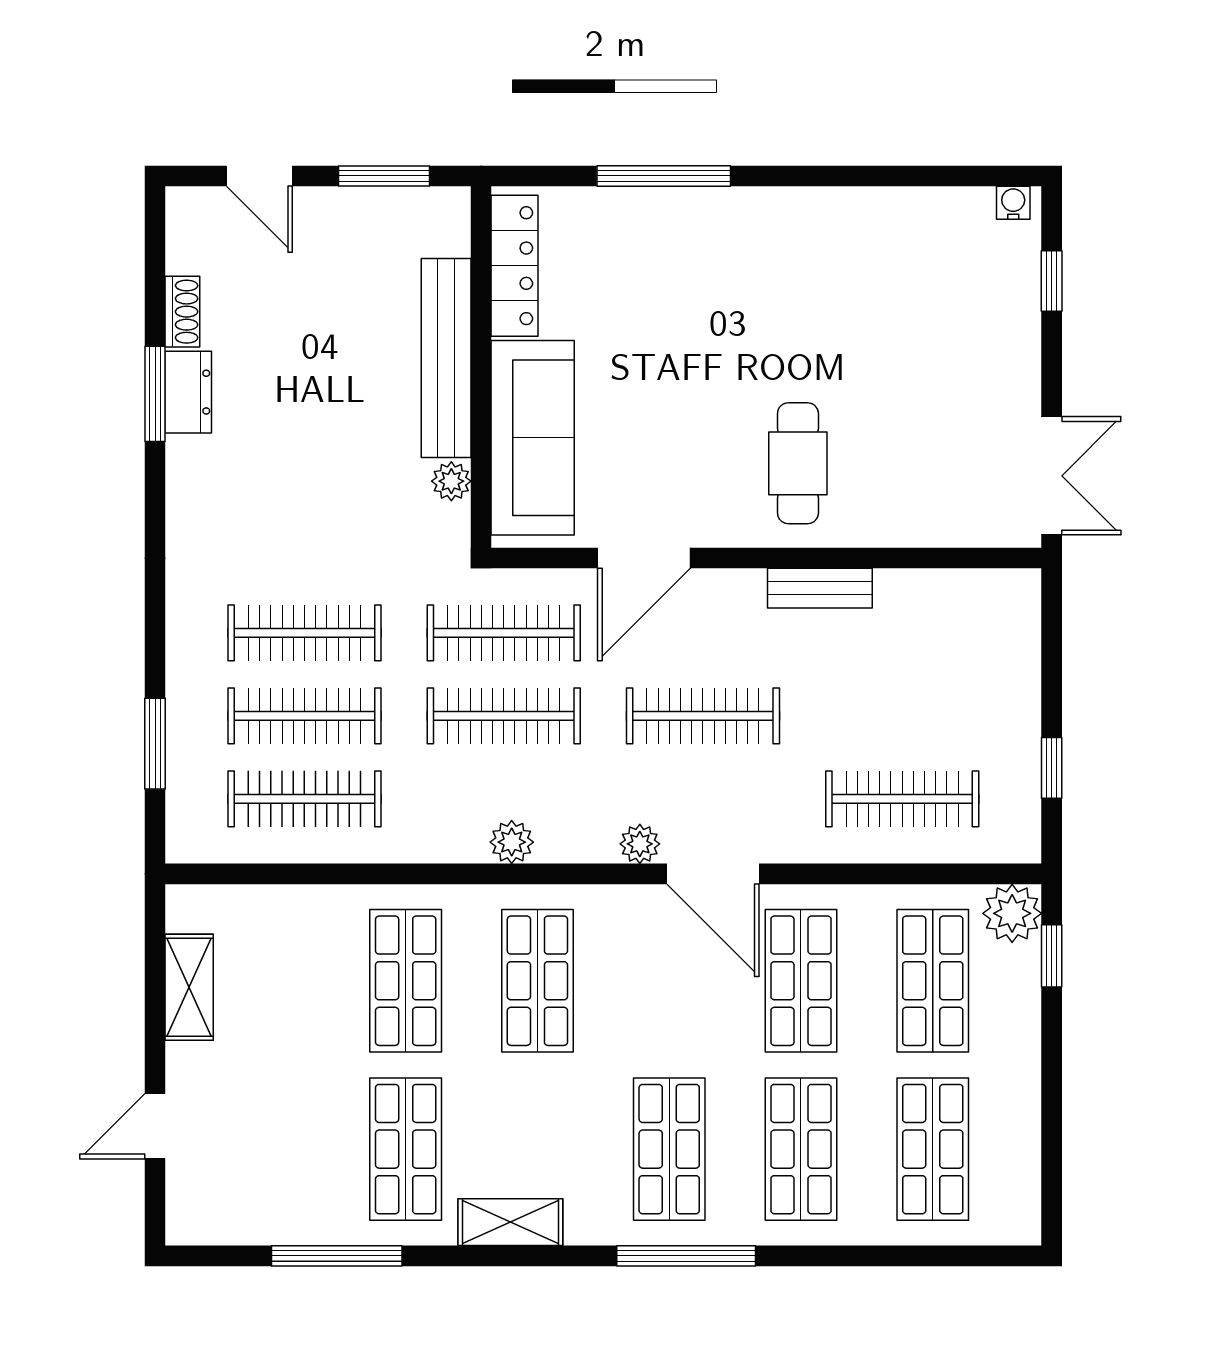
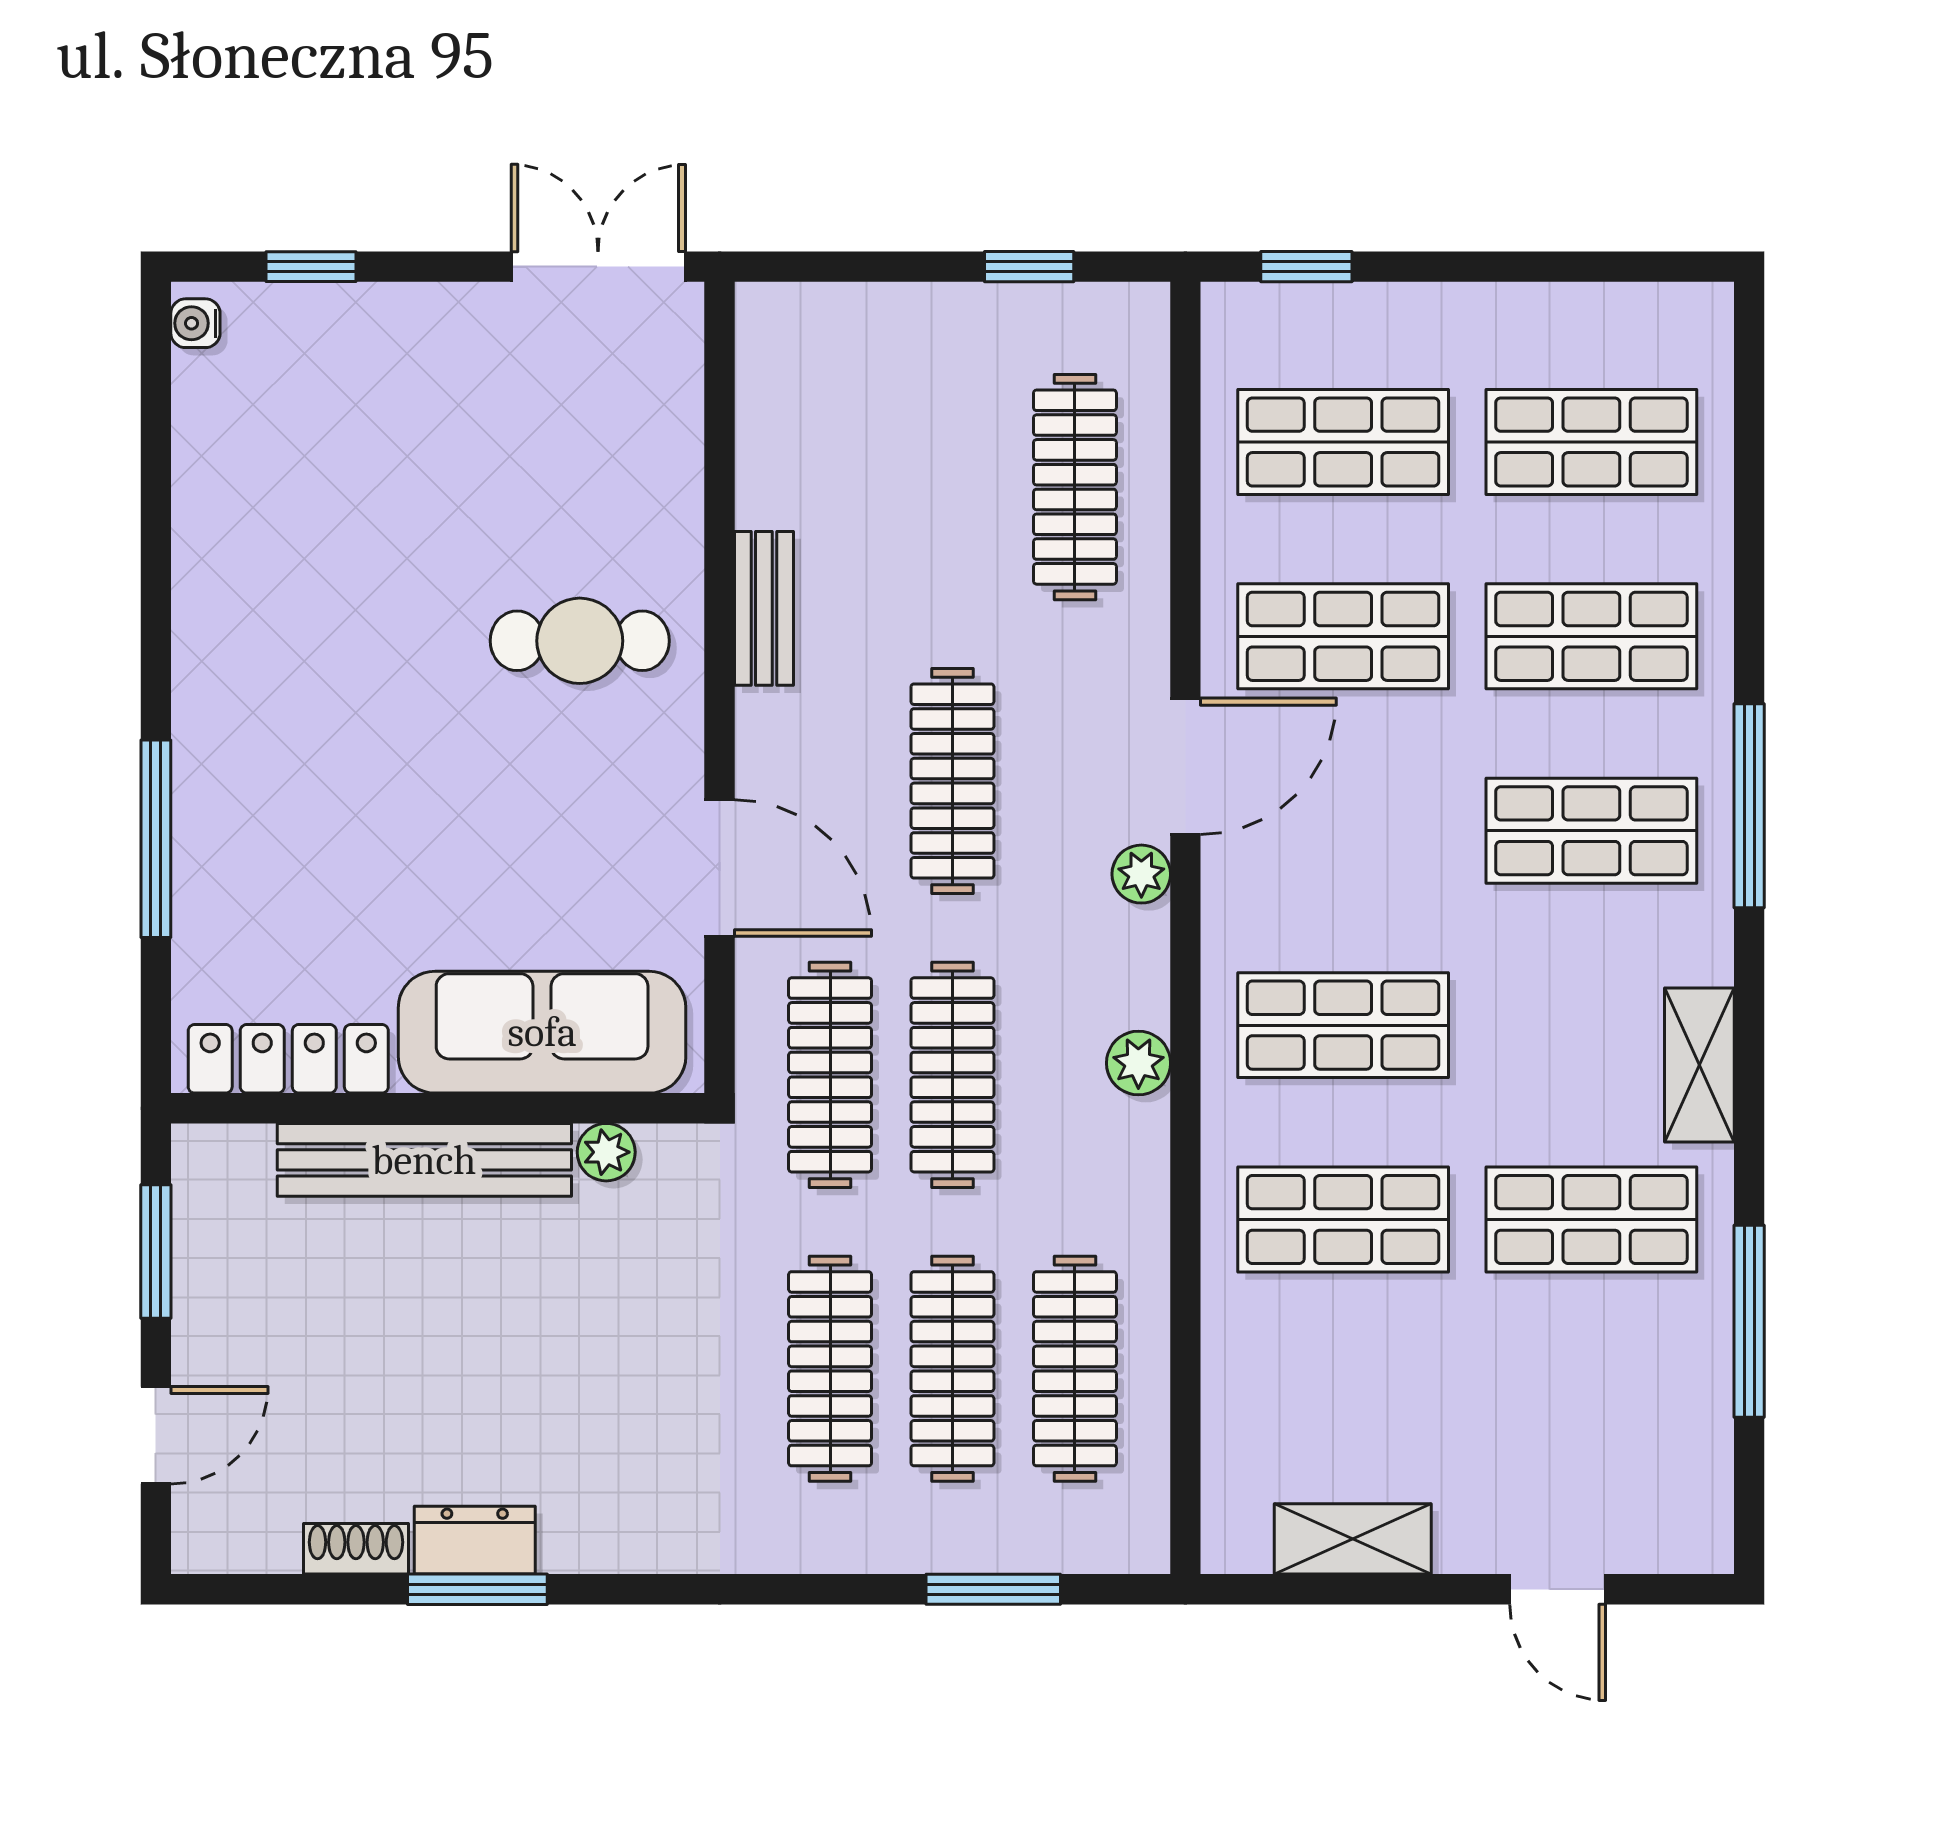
plant: (1012, 913) -> (1244, 325), removed

